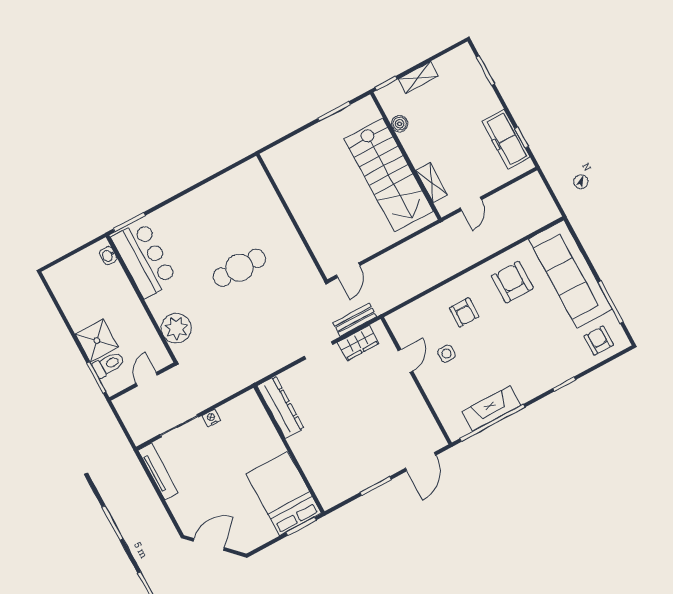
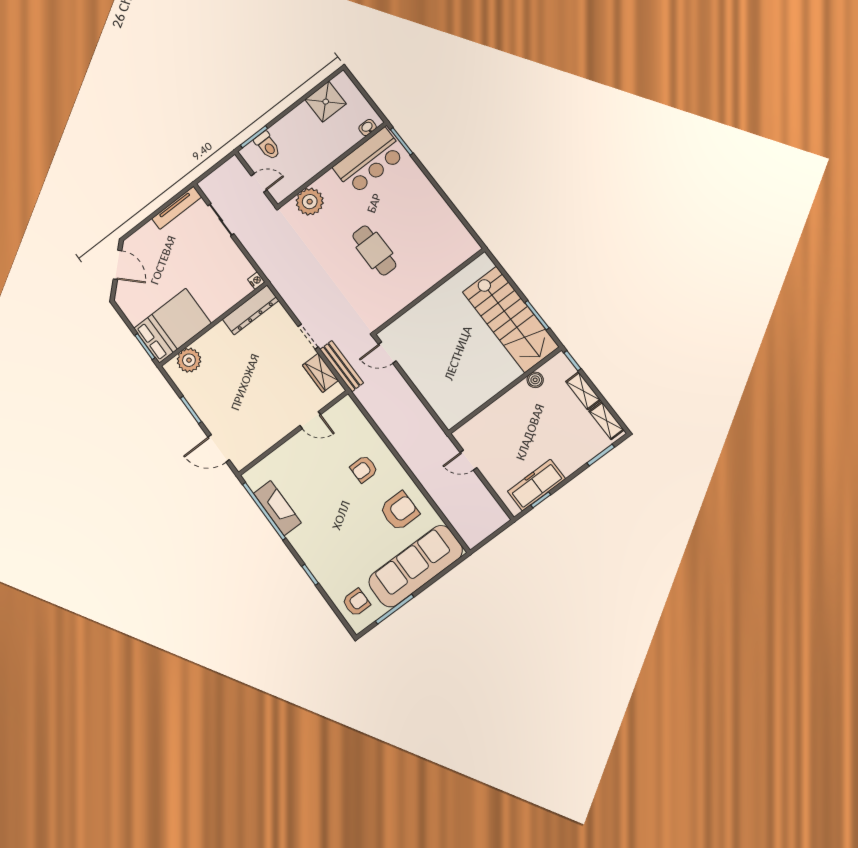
stairs: (389, 175) -> (511, 319), moved, turned -90
shelving: (432, 183) -> (606, 421), moved, turned 90
bench: (355, 320) -> (342, 366), width x1.36
shower: (97, 341) -> (326, 102), moved
side table: (446, 354) -> (323, 458), removed
nightstand: (211, 418) -> (256, 281), moved
plant: (323, 481) -> (189, 360), added

